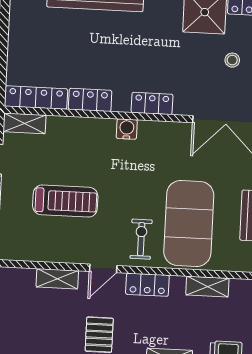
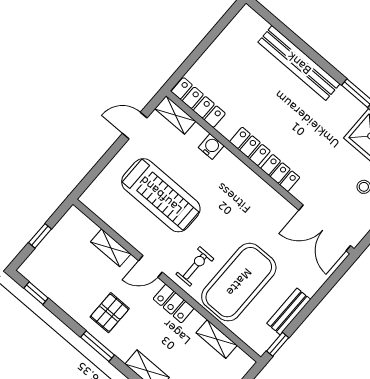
locker: (90, 100) -> (250, 146), moved
water cooler: (127, 129) -> (211, 147), moved
treadmill: (65, 201) -> (161, 195), width x1.37, depth x1.38

